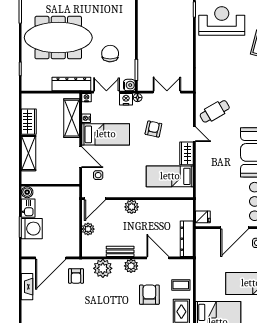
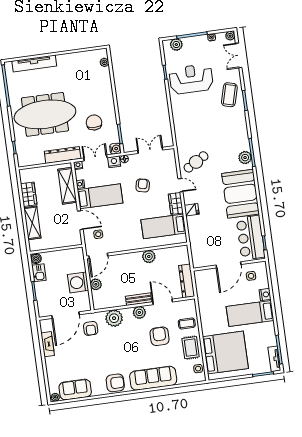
plant: (132, 207) -> (149, 256), moved
fridge: (203, 217) -> (192, 210), moved
washing machine: (32, 229) -> (78, 282), moved, turned 180
bench: (120, 251) -> (139, 299), moved

